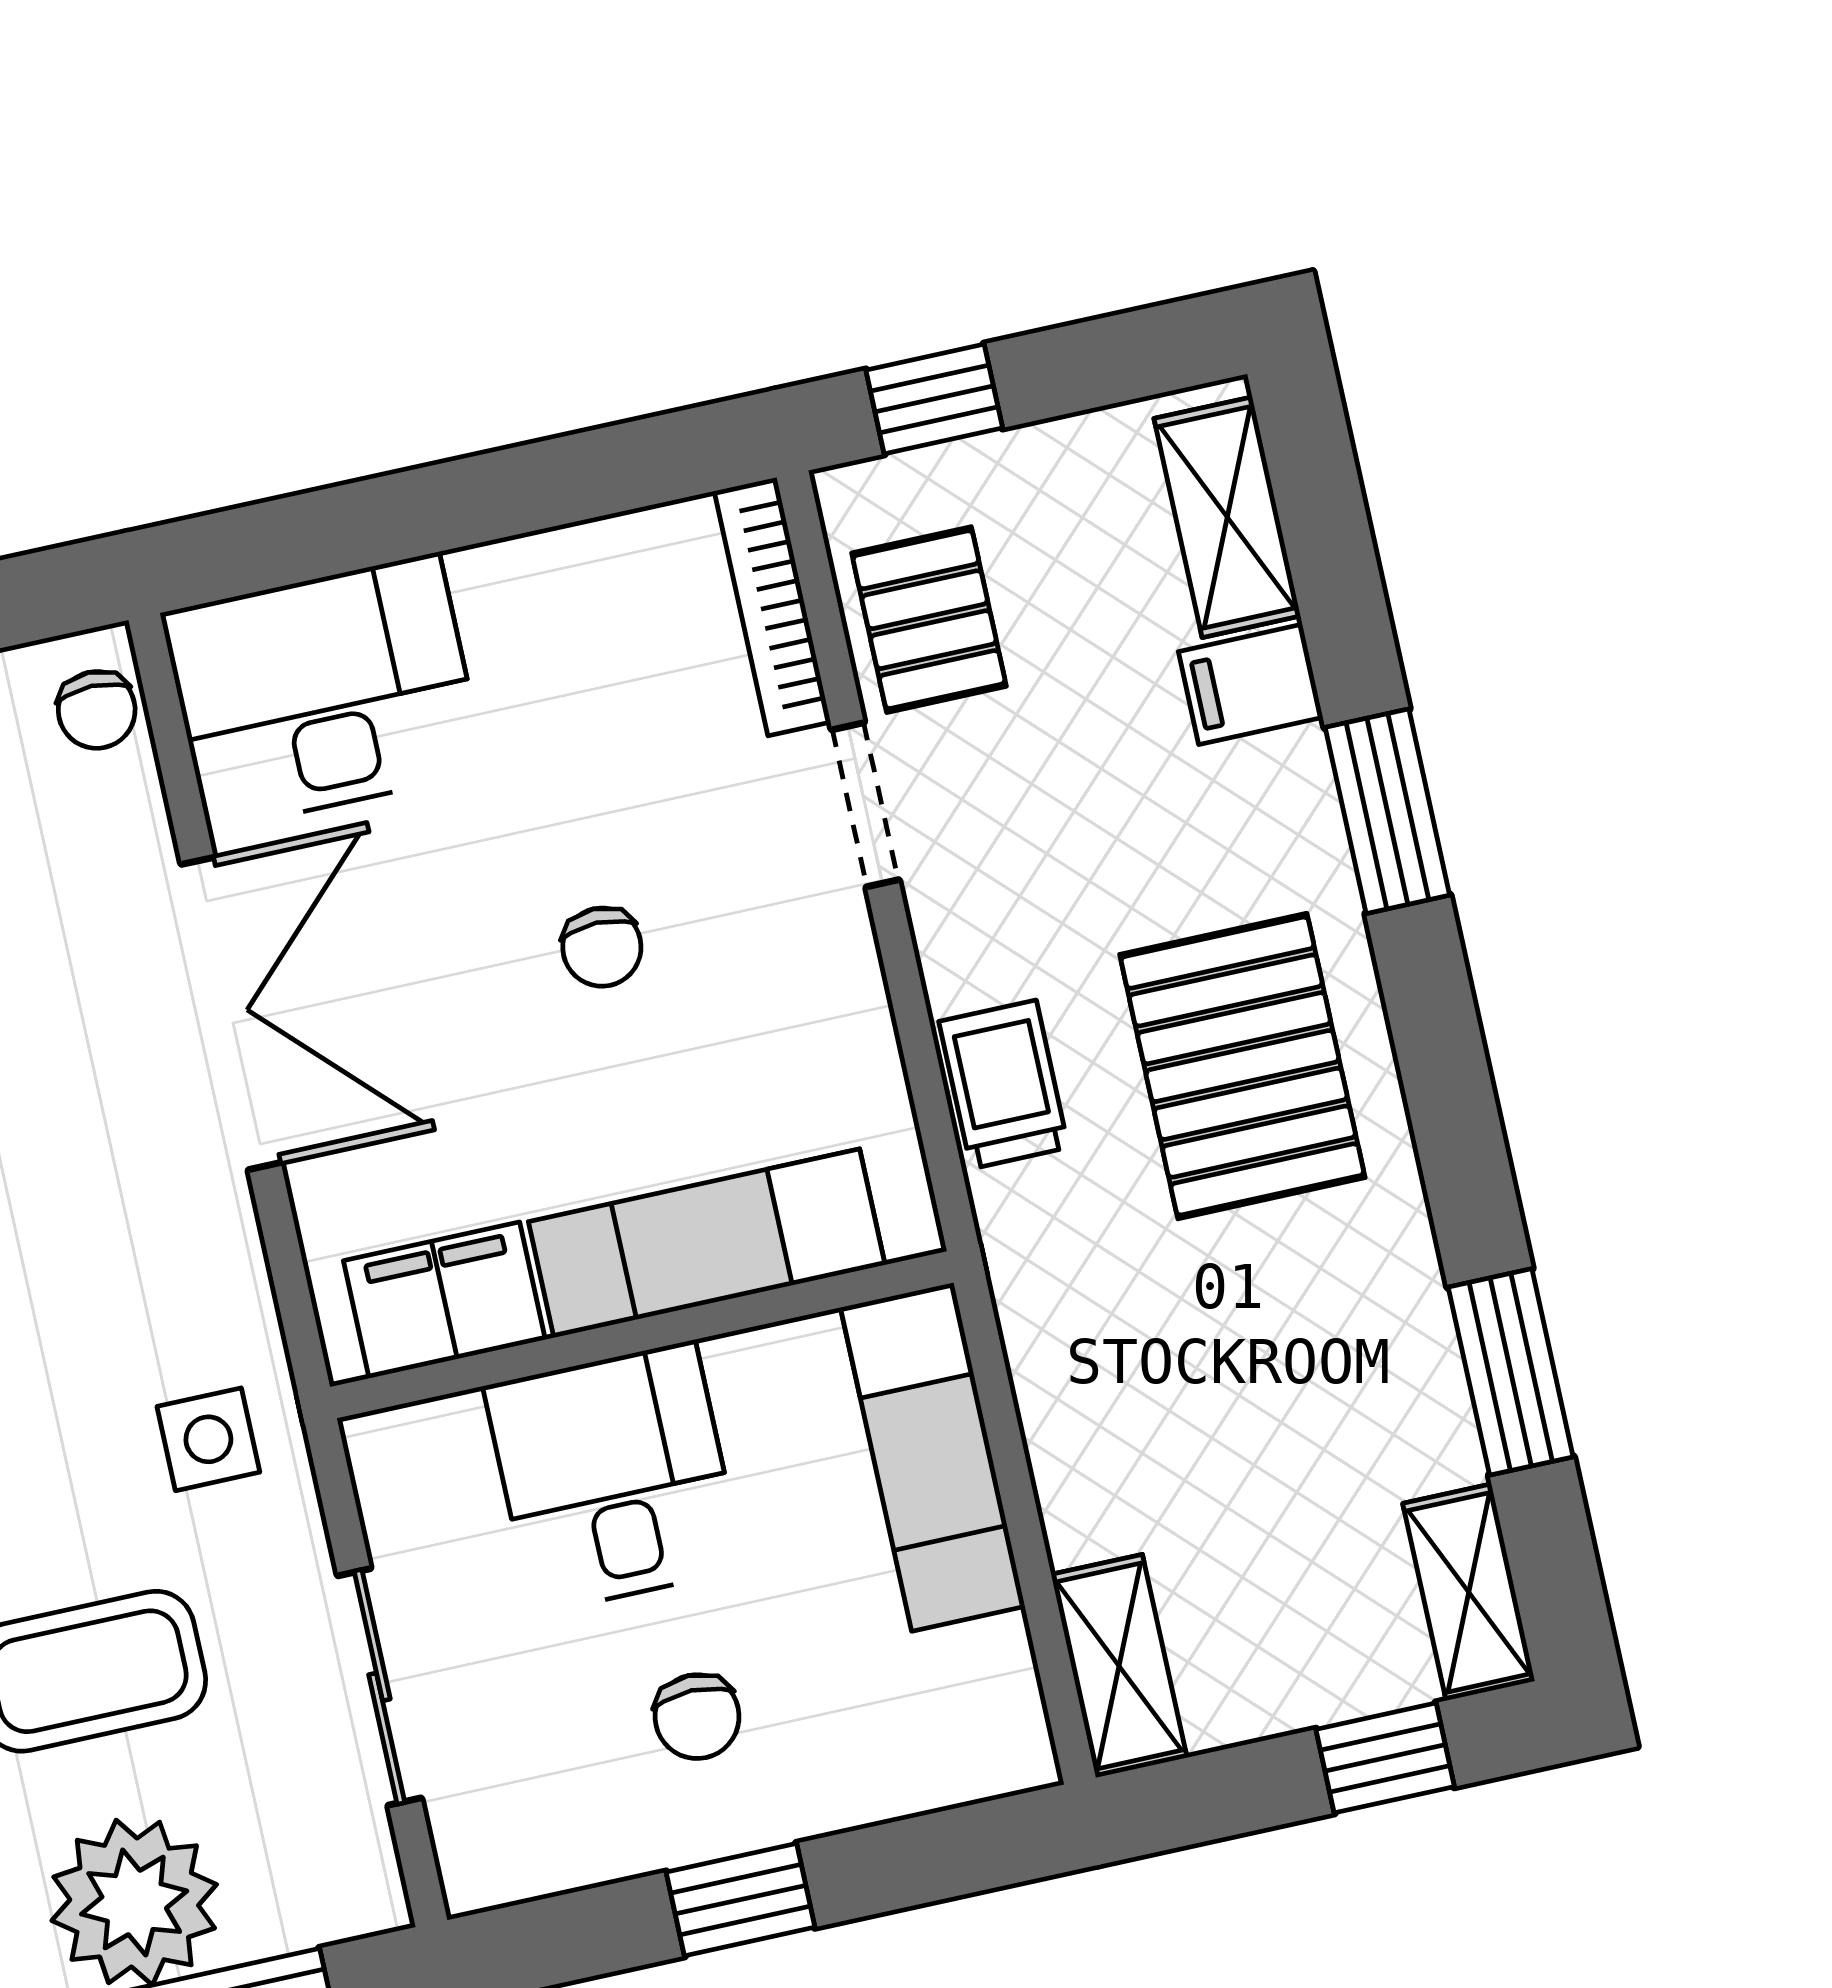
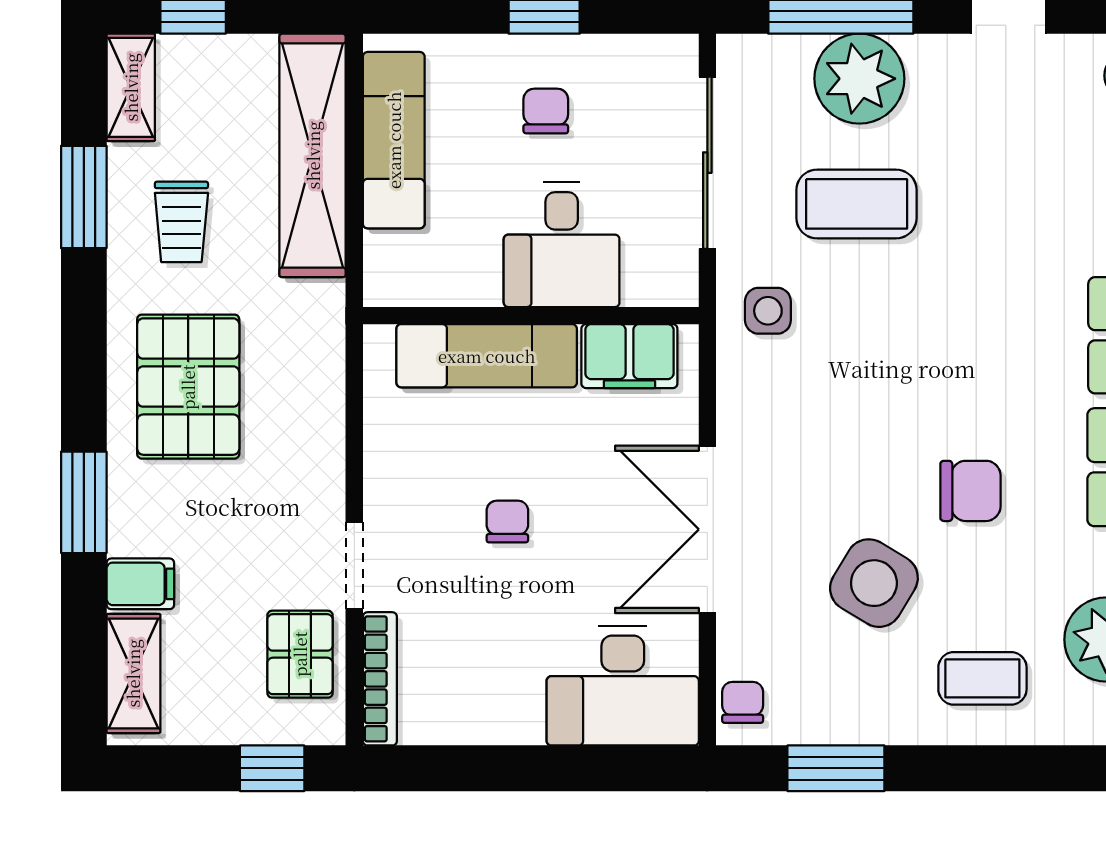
trolley: (1004, 1085) -> (181, 222), moved
exam couch: (933, 1457) -> (394, 140), moved
shelving: (1119, 1666) -> (313, 155), width x2.20, depth x1.33
sliding door: (379, 1687) -> (707, 163), width x1.37

